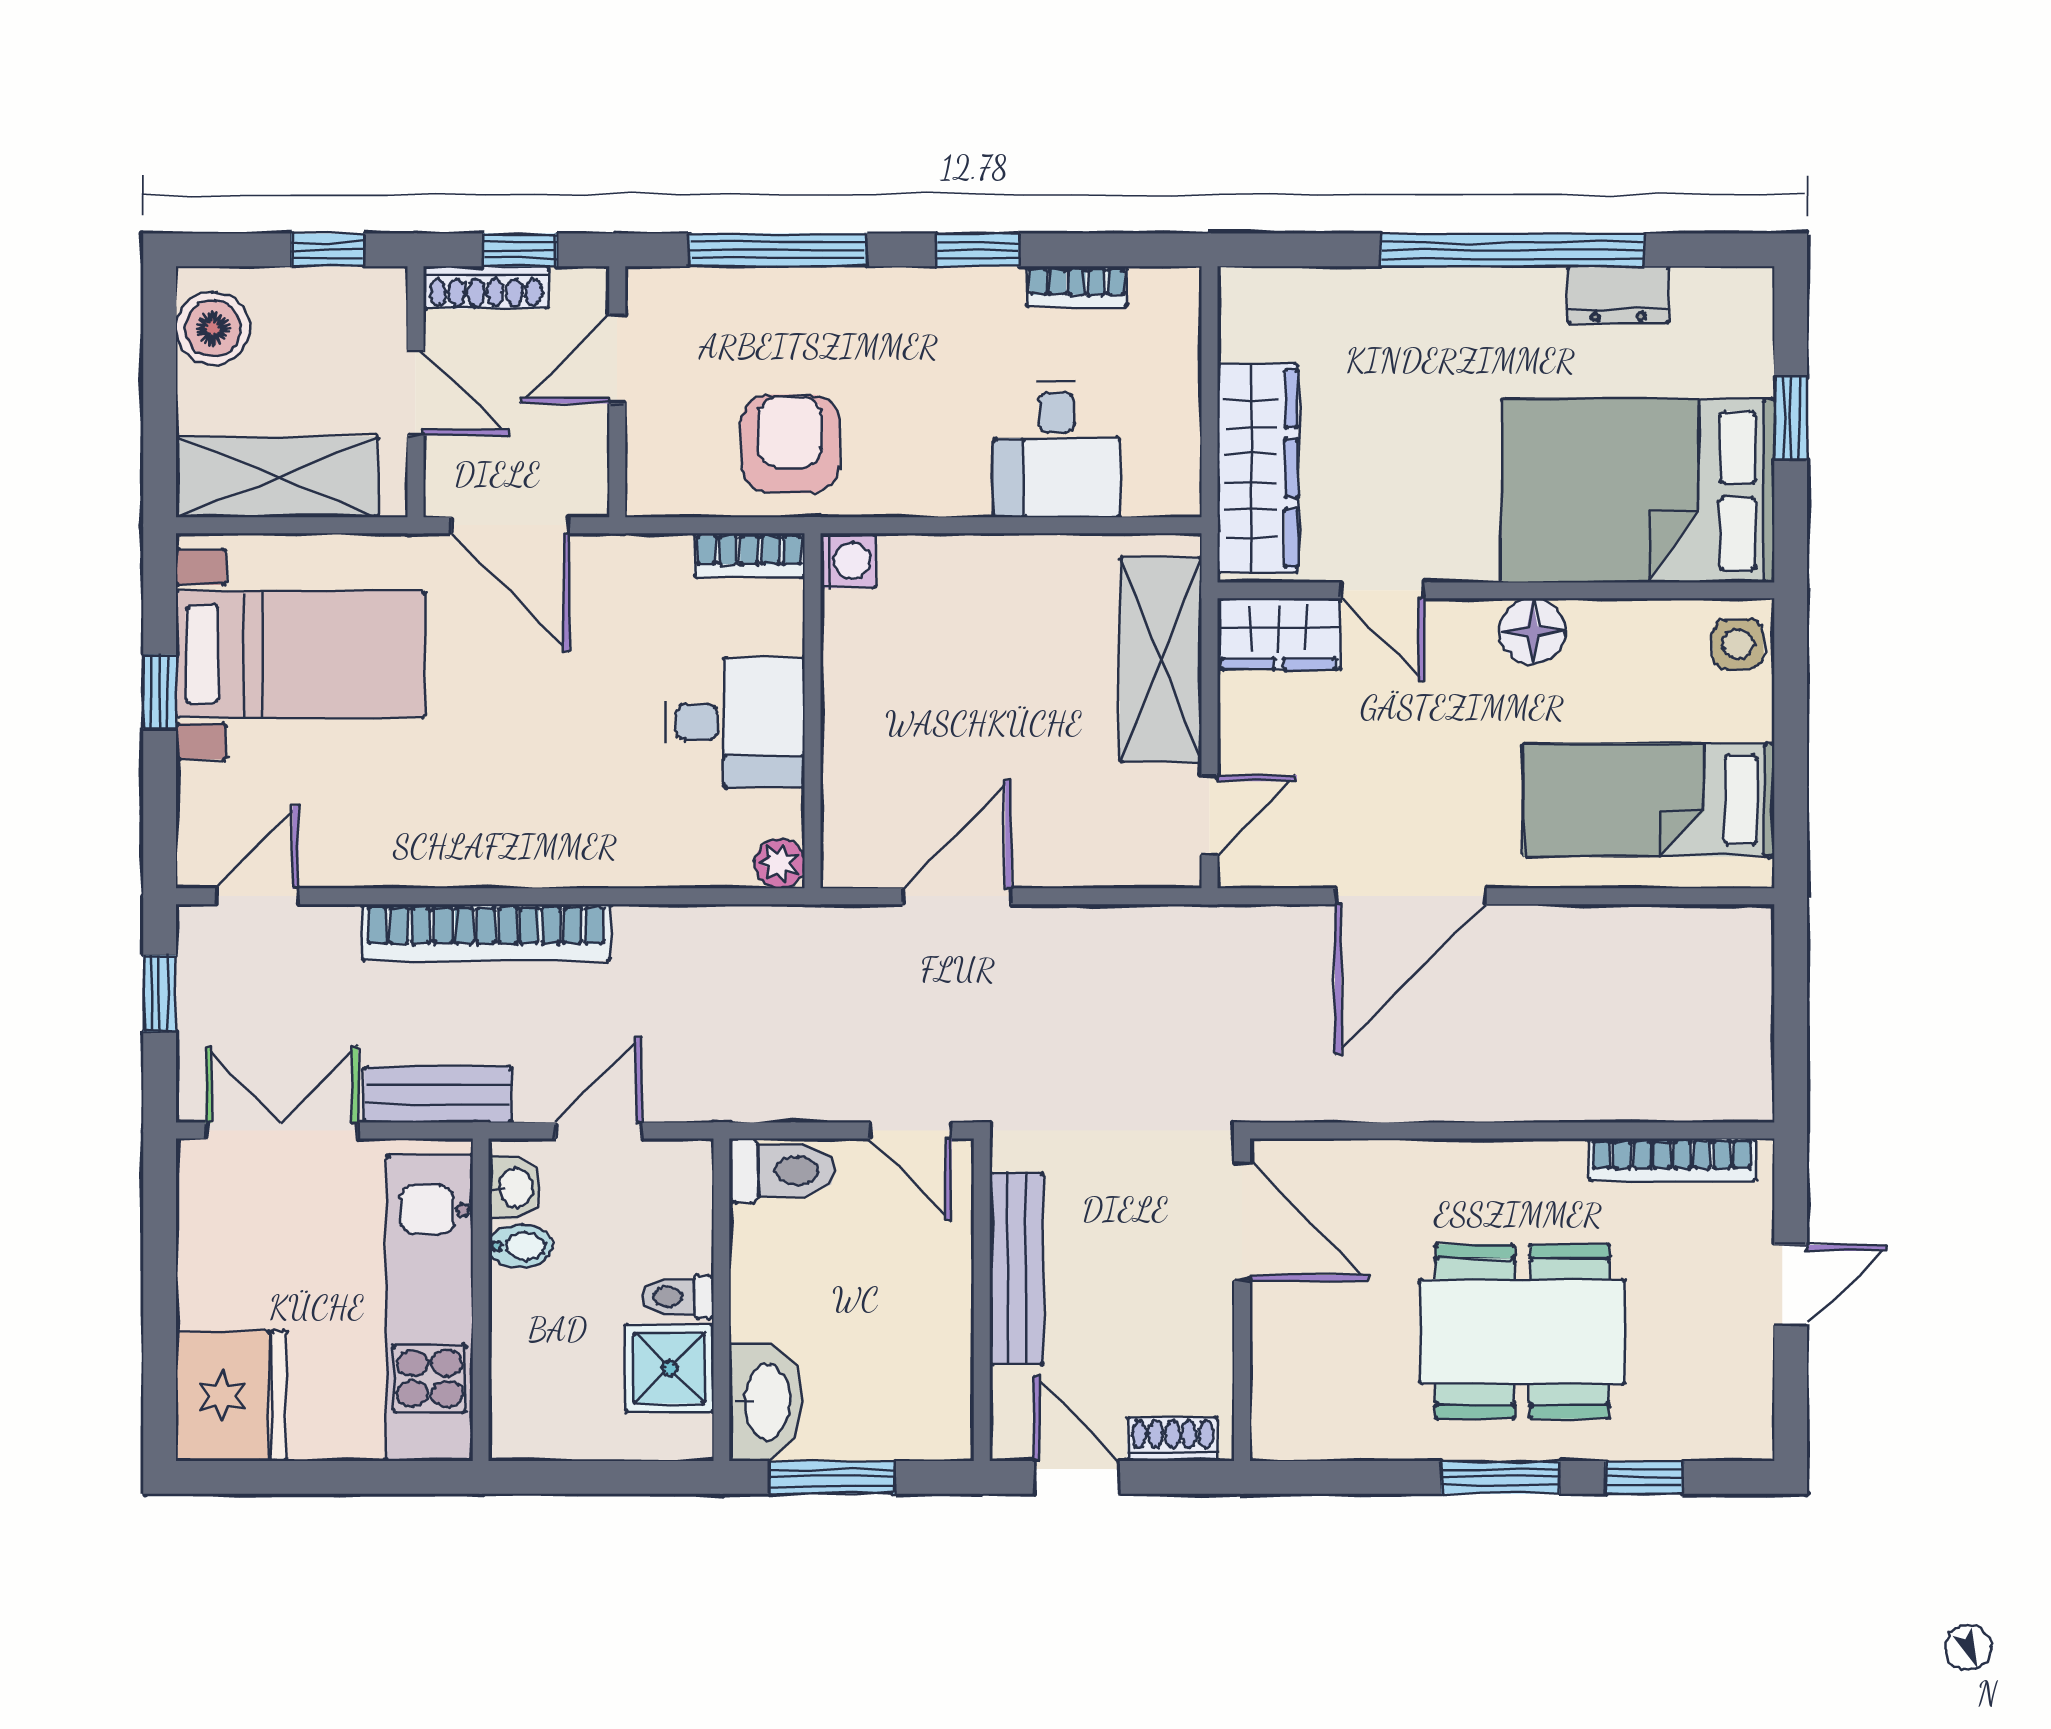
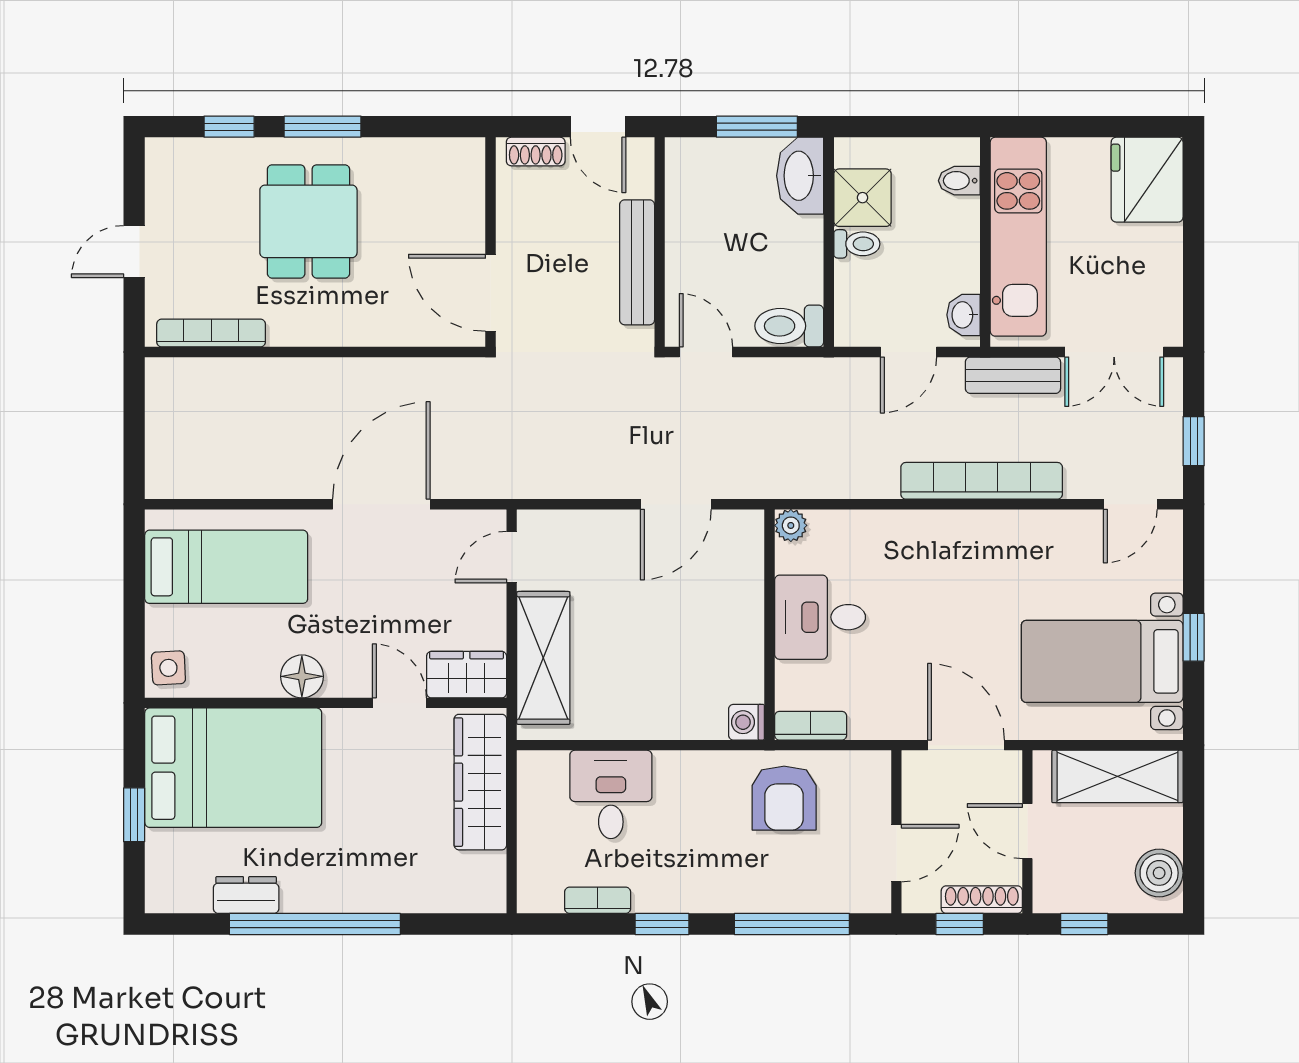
bidet: (520, 1246) -> (959, 181), moved
dining table: (1522, 1332) -> (308, 221), width x0.73

